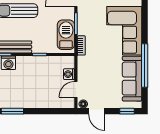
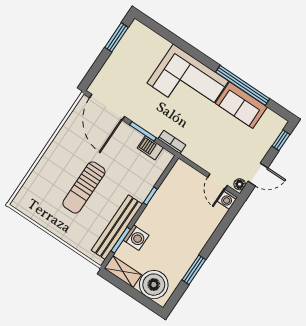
barbecue: (66, 35) -> (150, 148), width x0.53, depth x0.65
washing machine: (69, 74) -> (227, 199), moved
sofa: (132, 79) -> (241, 105), width x0.73

